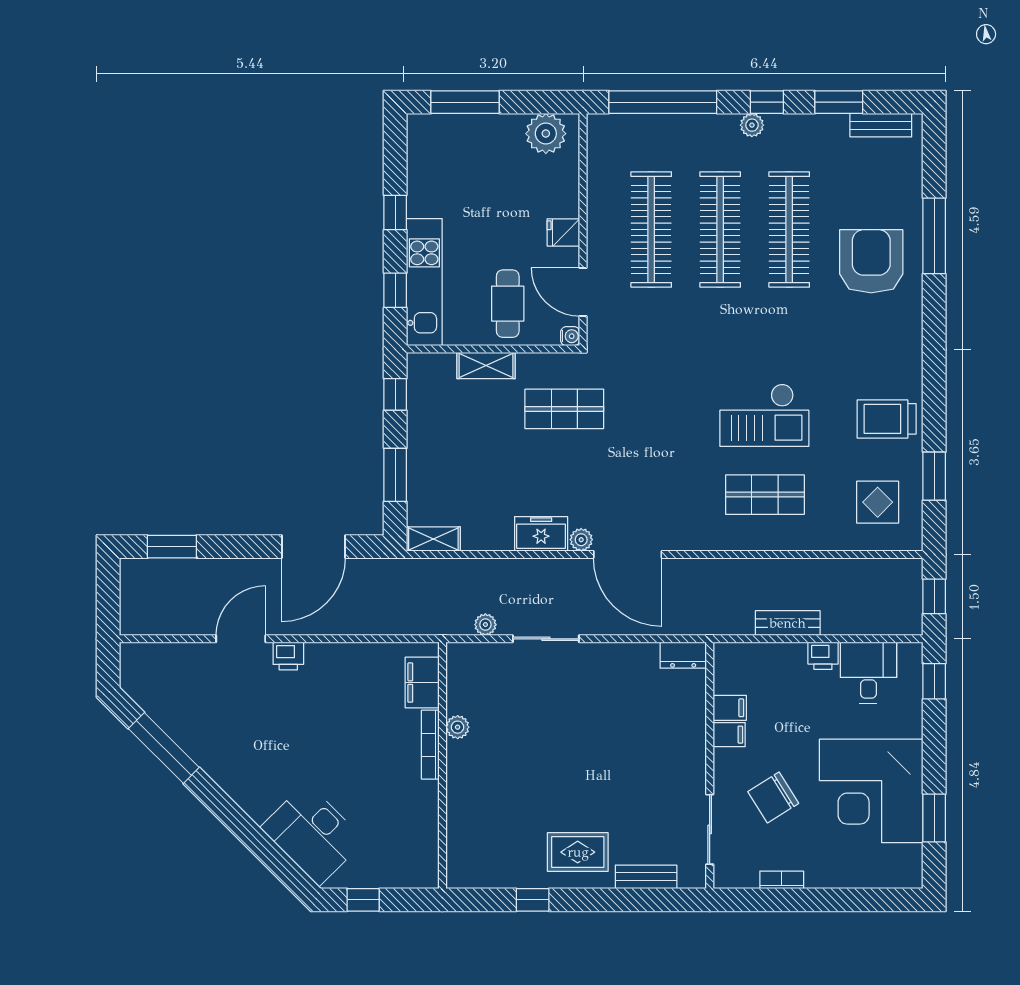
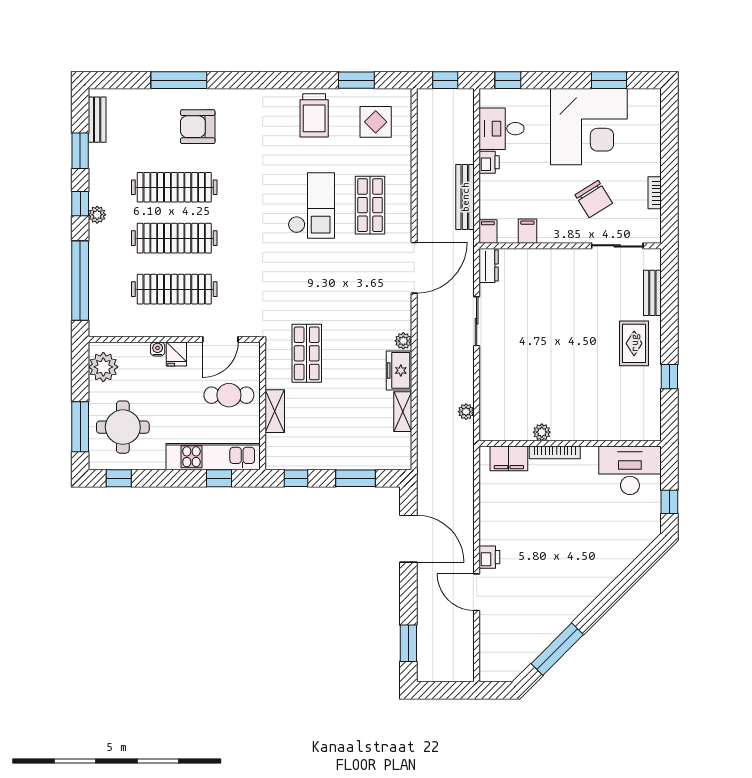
round table: (464, 160) -> (123, 427), added
window: (395, 212) -> (119, 478), moved
armchair: (871, 261) -> (198, 127), width x0.73, depth x0.73
water cooler: (570, 336) -> (158, 349), moved
shelving: (433, 539) -> (403, 412), moved
door: (628, 554) -> (414, 268), moved
bench: (788, 623) -> (465, 197), width x1.36
sliding door: (546, 639) -> (477, 321), moved
filing cabinet: (729, 735) -> (488, 232), moved
desk: (313, 834) -> (630, 470), moved, turned -135

